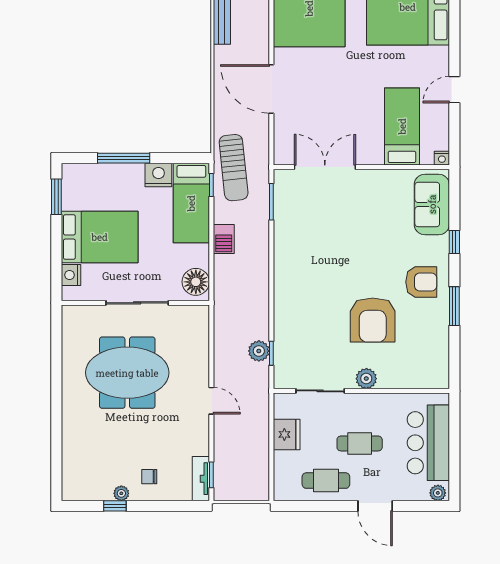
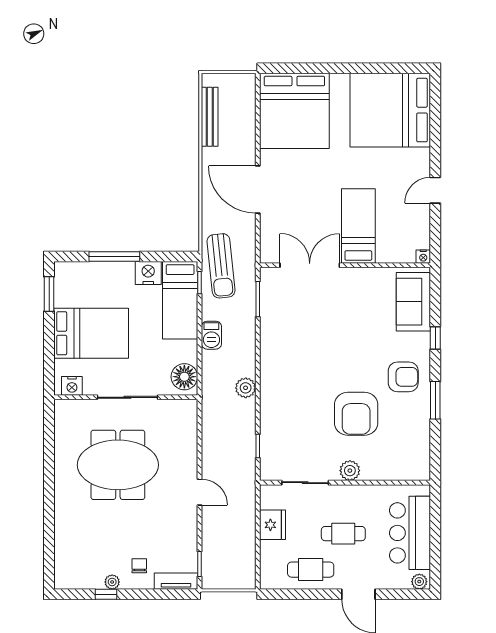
bed: (402, 126) -> (358, 226), moved
nightstand: (71, 275) -> (72, 386), moved, turned -90
plant: (259, 351) -> (246, 388), moved
chair: (149, 477) -> (139, 566), turned 90
tv unit: (201, 479) -> (176, 581), moved, turned 90

